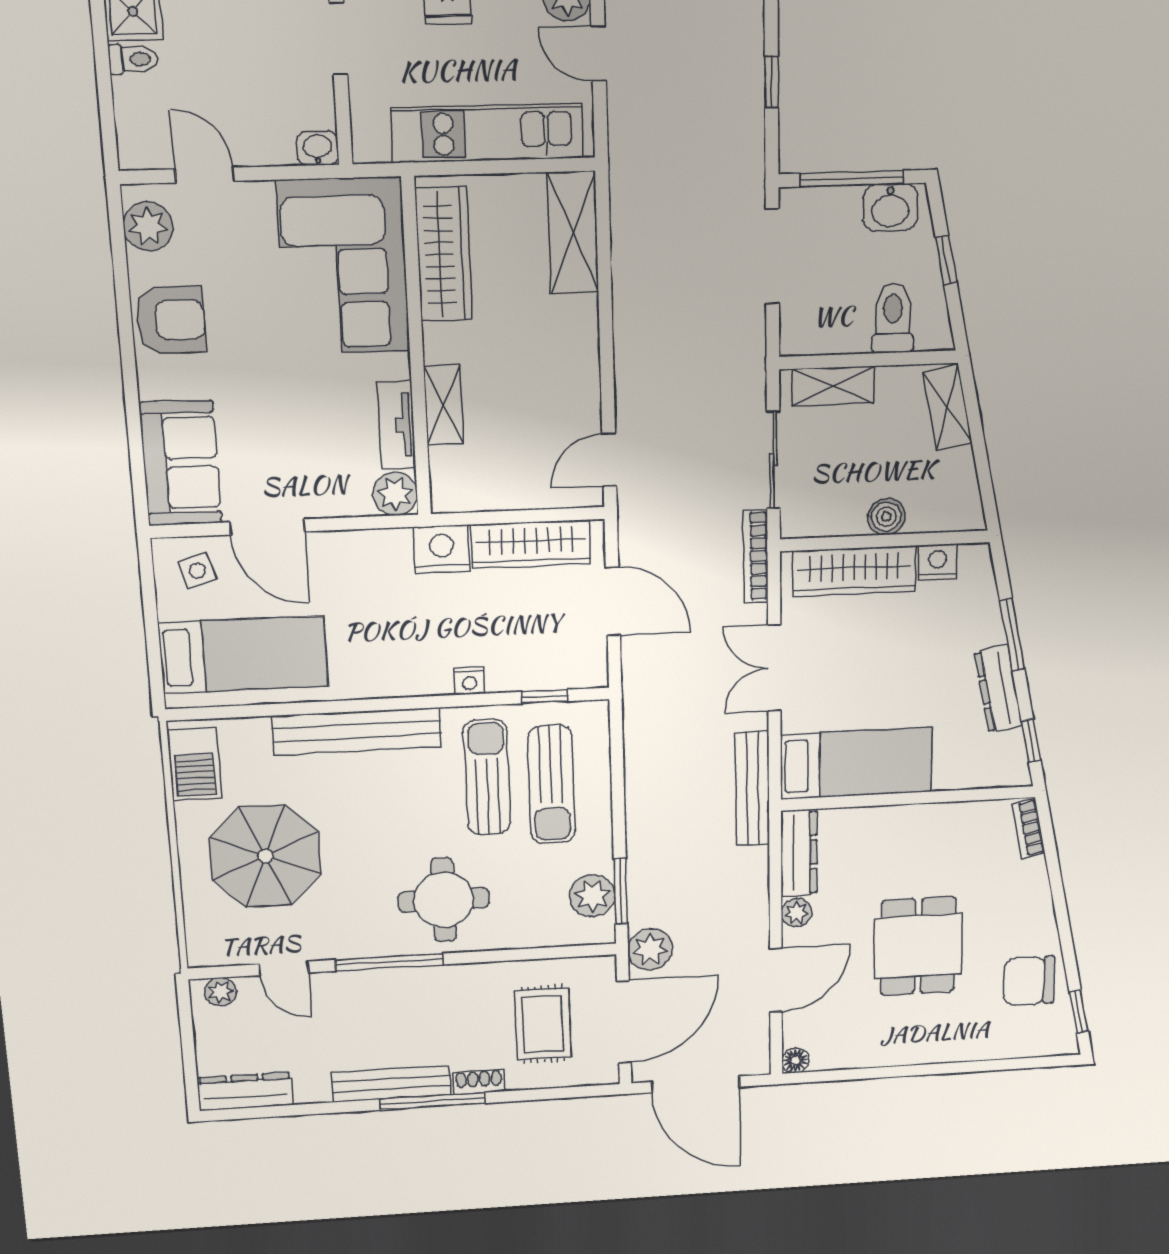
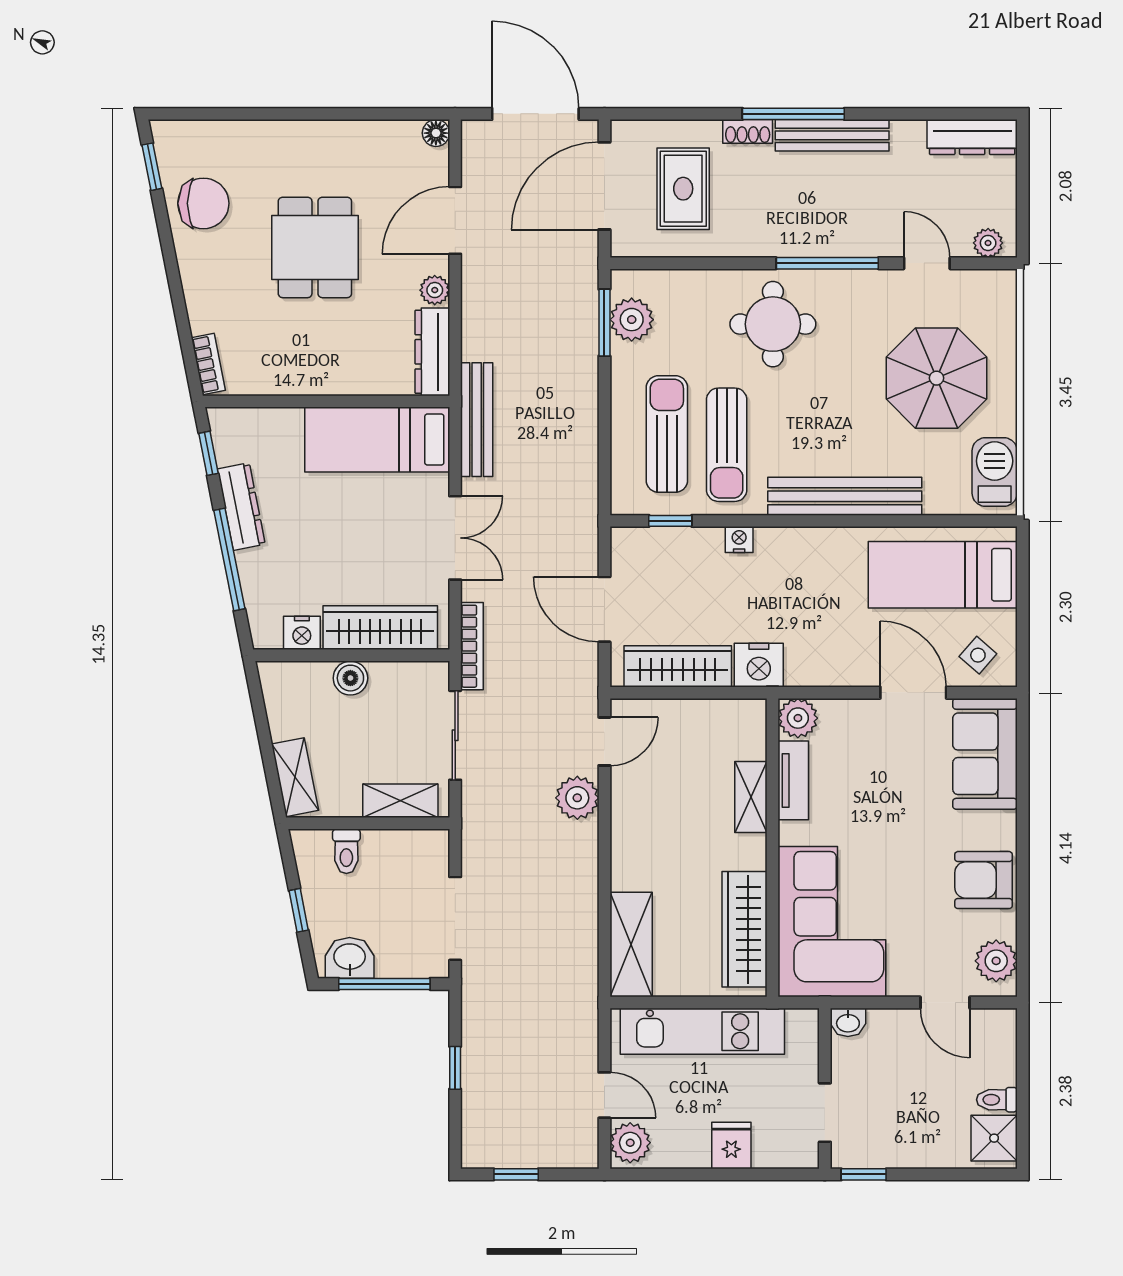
toilet: (893, 318) -> (346, 851), width x0.73, depth x0.72
side table: (197, 571) -> (978, 655), turned -32
window: (1012, 635) -> (229, 559), width x1.44
plant: (650, 949) -> (577, 798), moved

